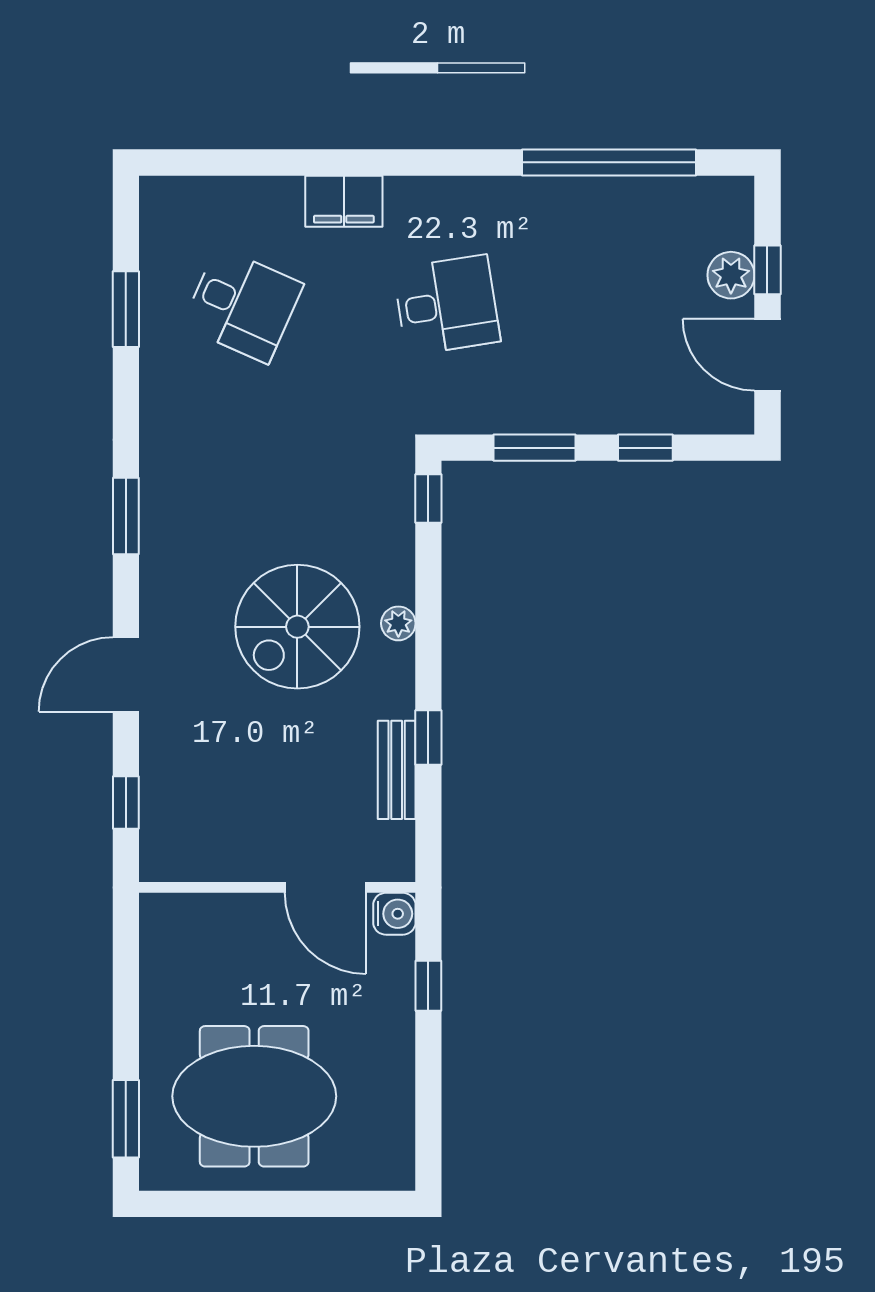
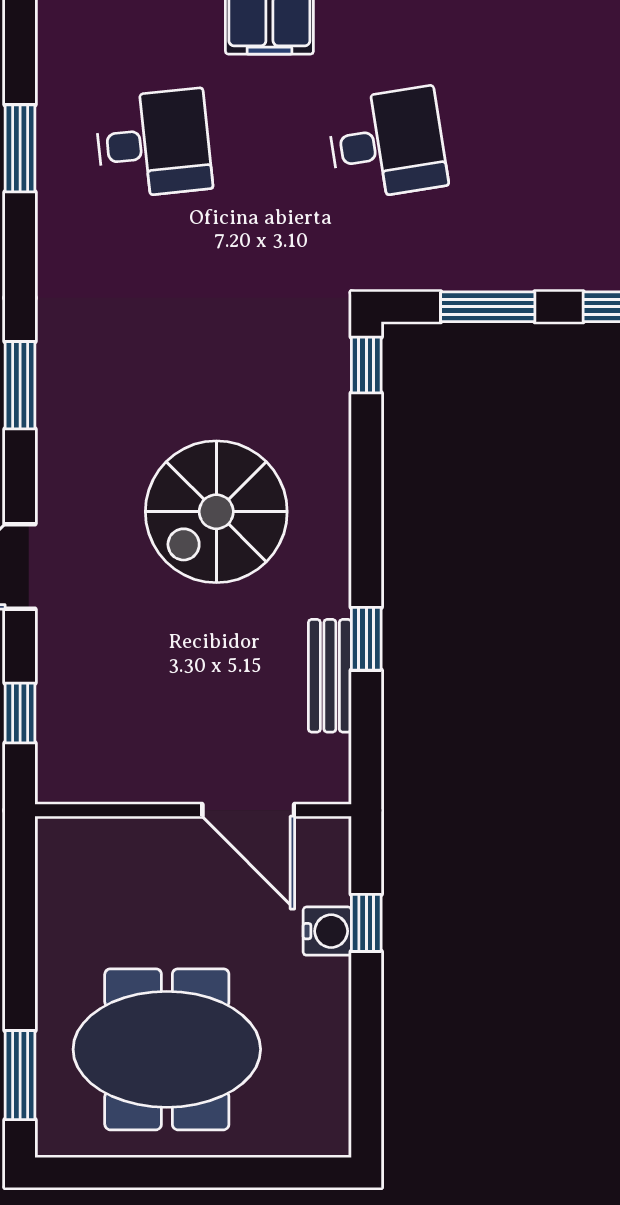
desk: (243, 305) -> (154, 144), turned -30
plant: (398, 623) -> (332, 508), removed
water cooler: (394, 914) -> (327, 931), moved

